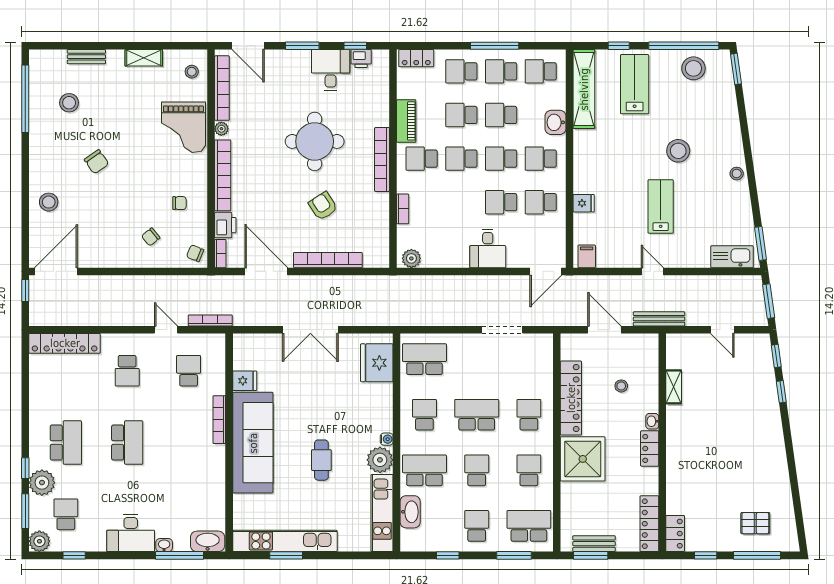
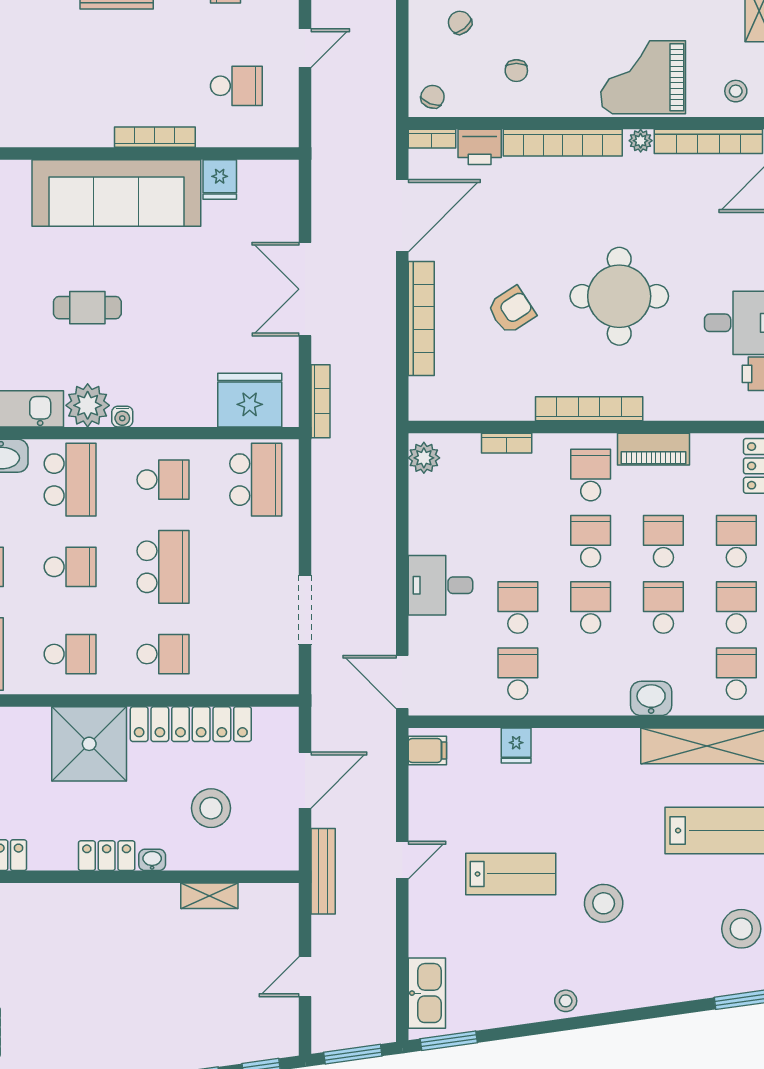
school desk: (541, 159) -> (591, 674), removed
bookcase: (210, 320) -> (320, 401), moved
stool: (621, 386) -> (211, 808), width x1.89, depth x1.89

